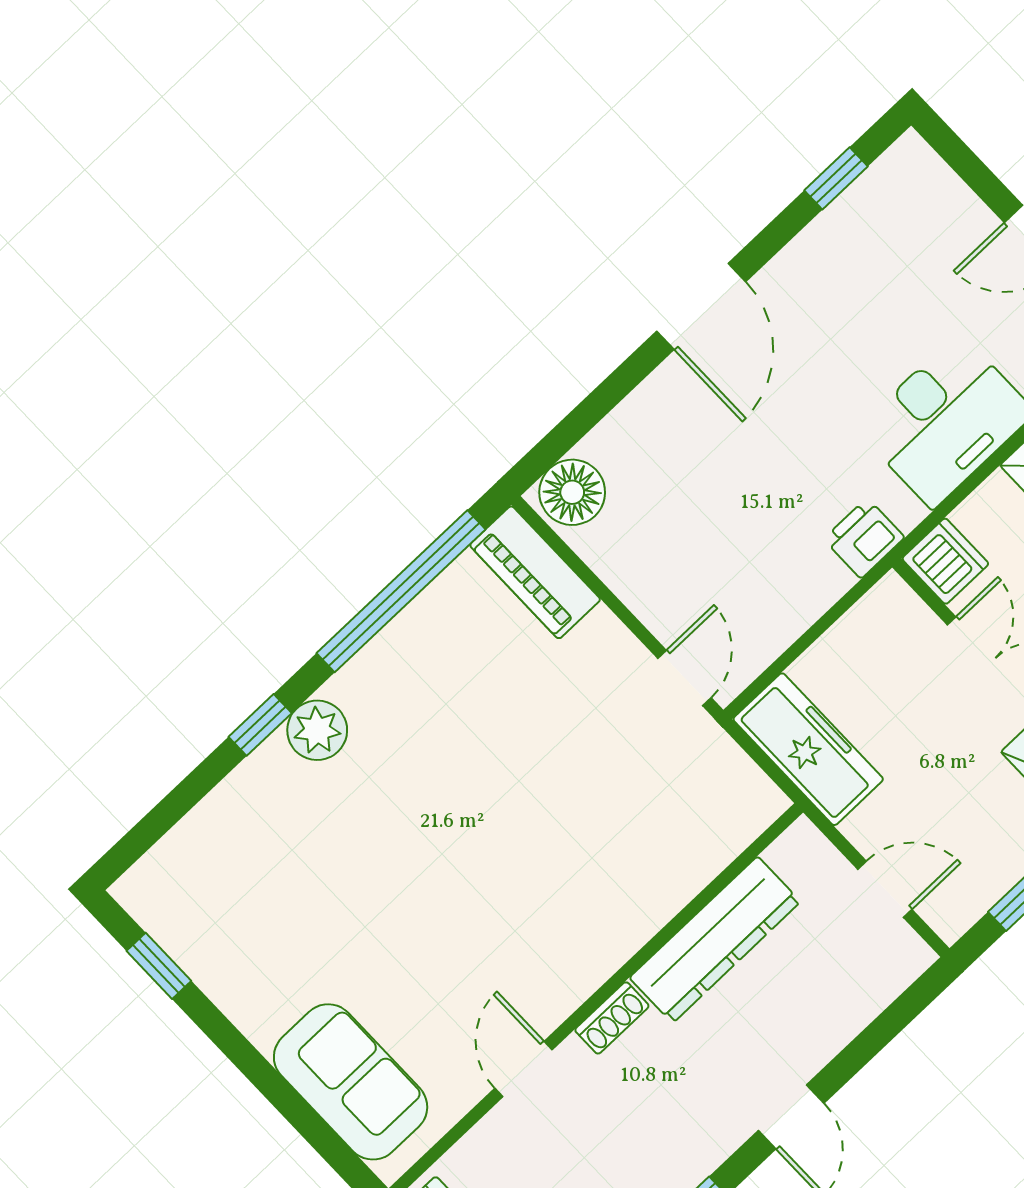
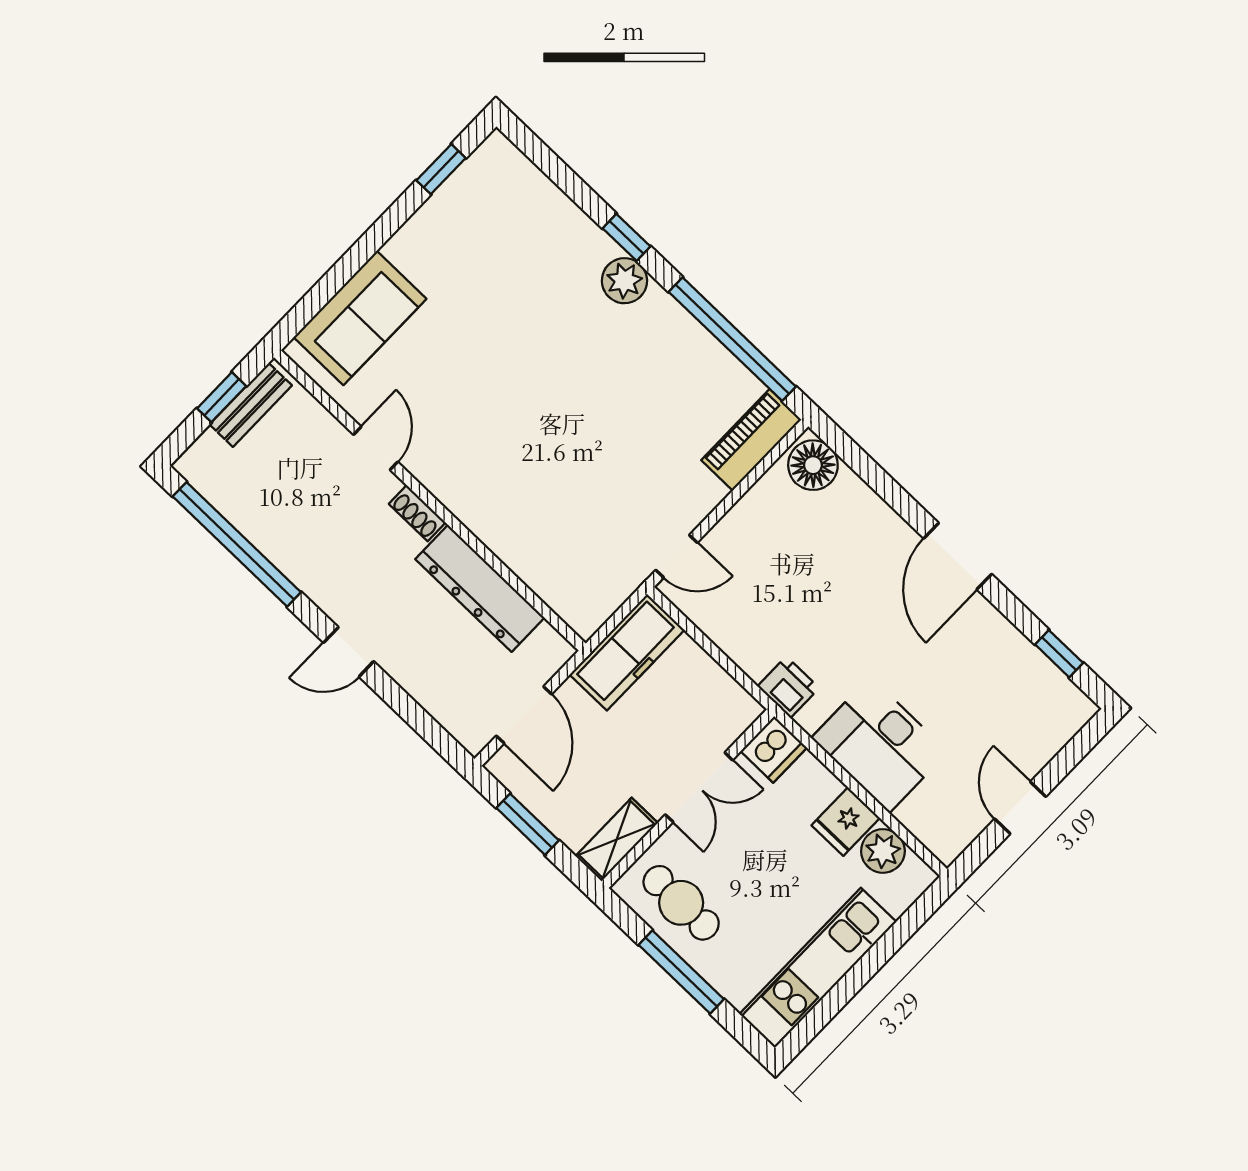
door: (701, 306) -> (958, 556), hinge flipped
door: (885, 889) -> (524, 715), width x1.38
door: (524, 1069) -> (376, 448), hinge flipped

